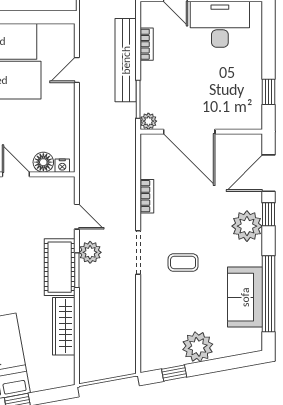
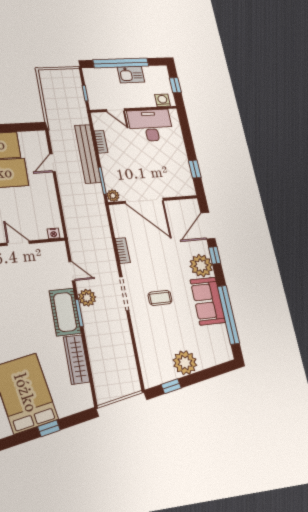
floor lamp: (43, 162) -> (38, 232), removed
sofa: (245, 297) -> (208, 301), moved

